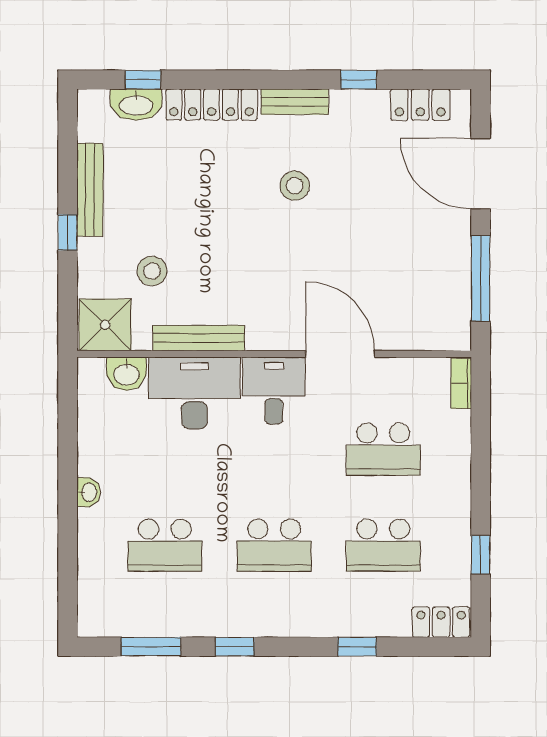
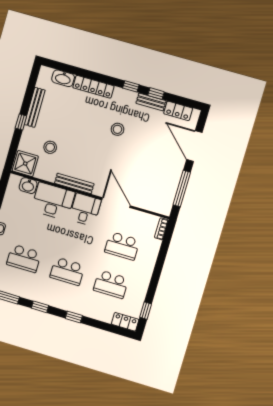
window: (143, 80) -> (131, 86), moved
bench: (295, 102) -> (151, 102), moved
bench: (199, 338) -> (74, 183), moved
window: (481, 555) -> (146, 311), moved
window: (357, 647) -> (74, 317), moved

